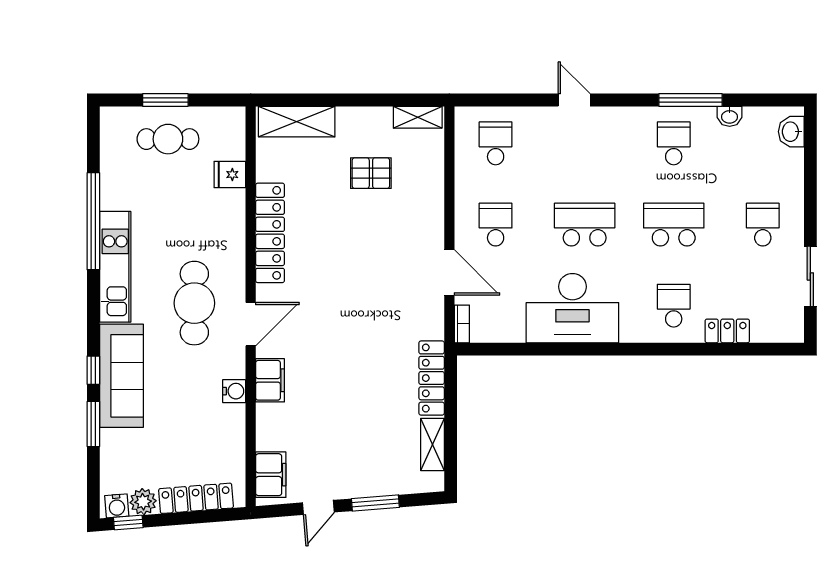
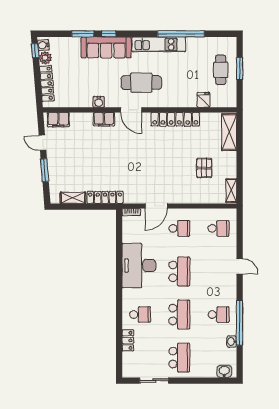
door: (574, 100) -> (240, 266), hinge flipped
window: (691, 100) -> (240, 323), width x1.46
school desk: (763, 225) -> (179, 358), width x1.85

